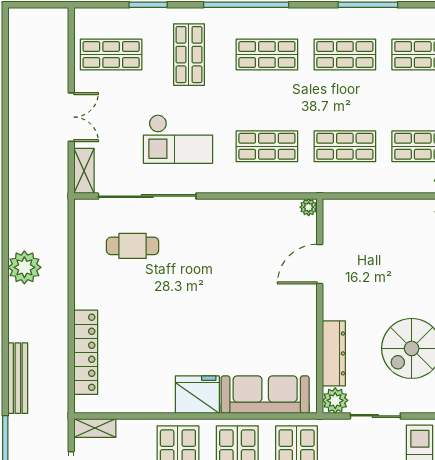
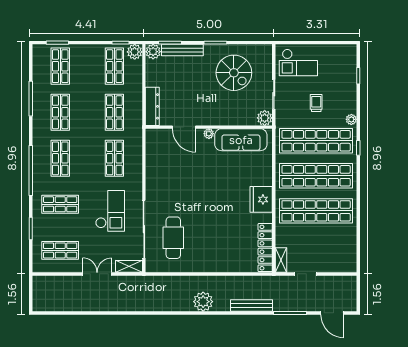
shop shelf: (111, 55) -> (60, 250), turned 90
plant: (309, 207) -> (209, 134), moved
cafe table: (133, 246) -> (173, 238), width x1.37, depth x1.35
plant: (24, 267) -> (203, 302), moved
locker: (86, 352) -> (265, 248), moved, turned -90
dresser: (334, 353) -> (152, 106), moved, turned 90
sofa: (265, 395) -> (241, 140), moved, turned -90

